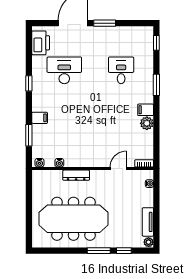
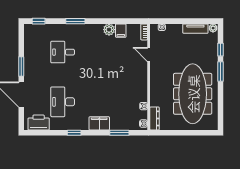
filing cabinet: (146, 110) -> (121, 31), moved
filing cabinet: (40, 118) -> (99, 123), width x2.00
dresser: (76, 175) -> (154, 118), moved

